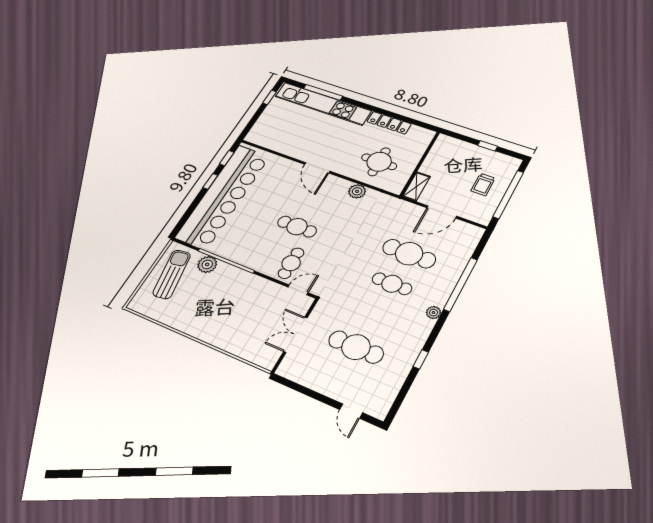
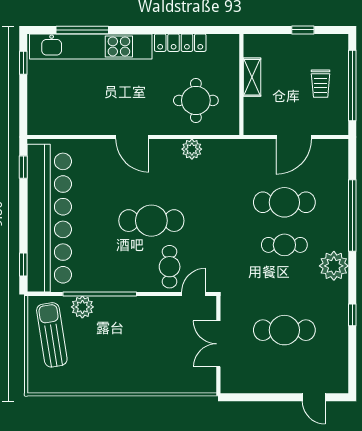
window: (210, 181) -> (23, 265), moved
shelving: (416, 186) -> (252, 77), moved
cafe table: (297, 227) -> (151, 221), width x1.37, depth x1.35
plant: (433, 313) -> (334, 266), width x1.88, depth x1.88

